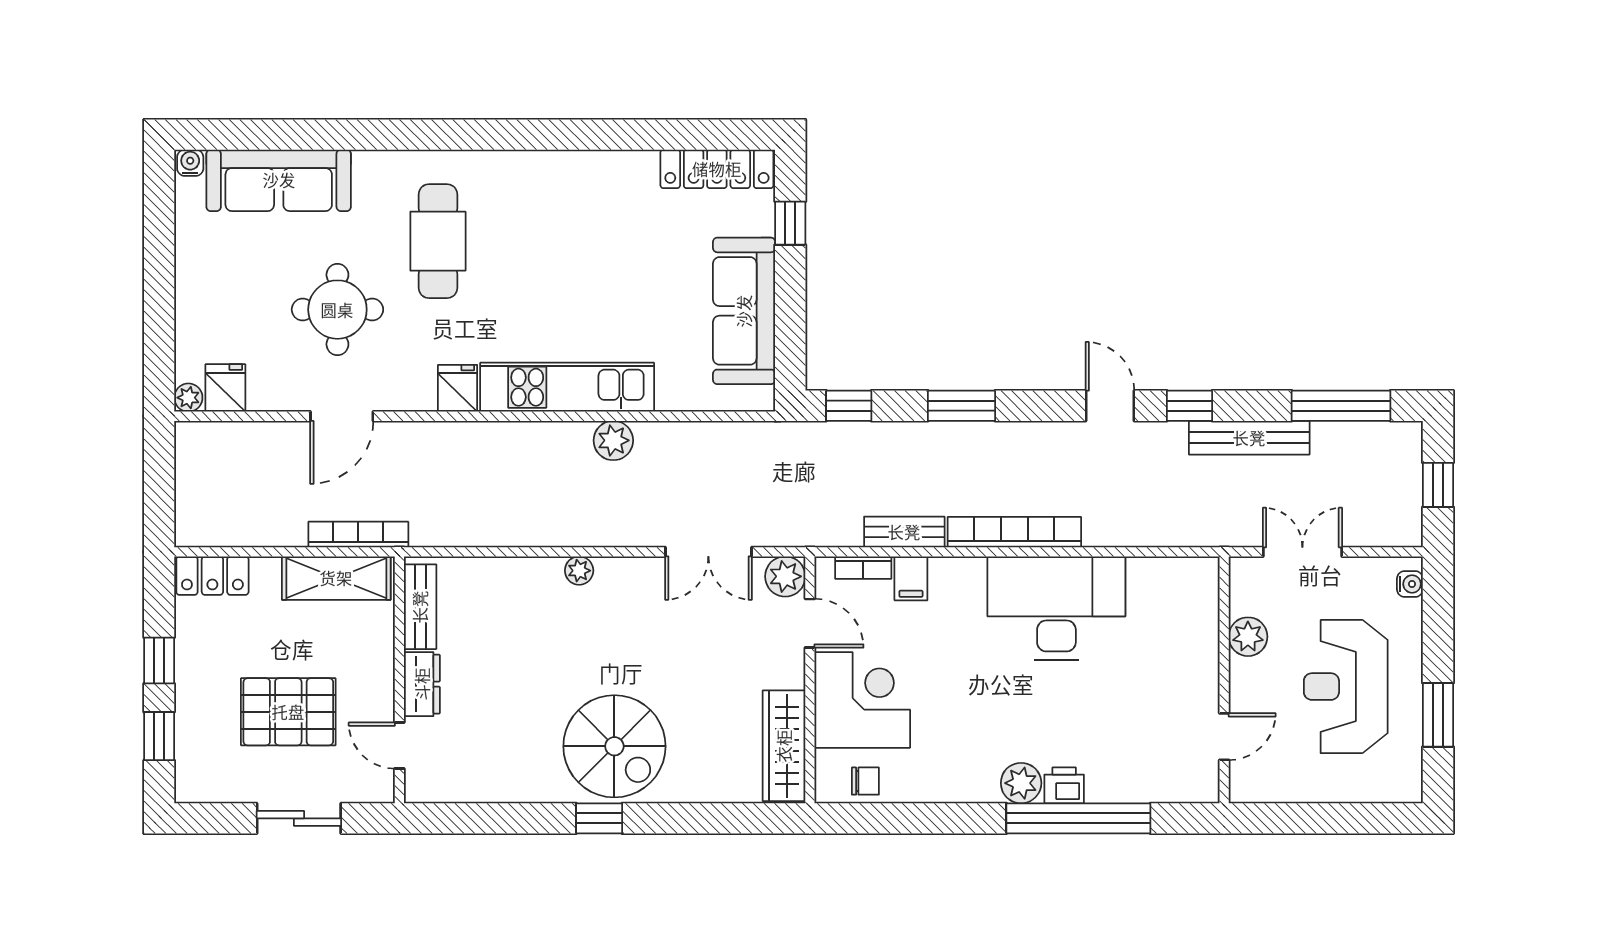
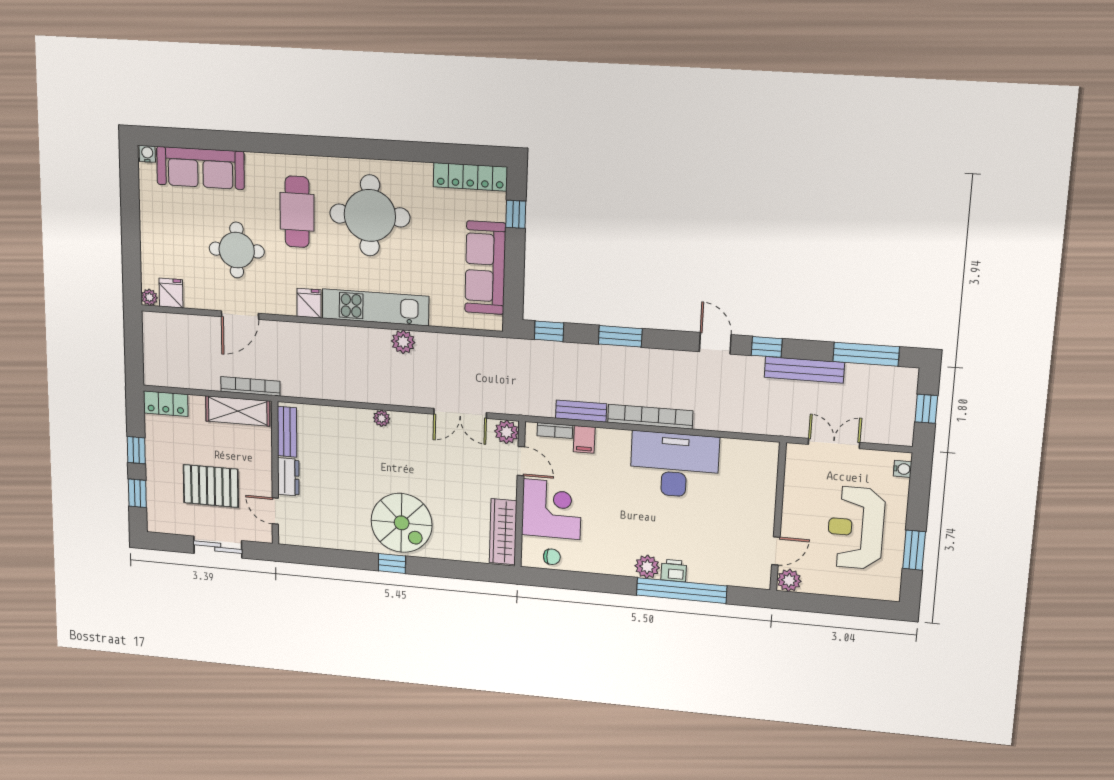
round table: (557, 240) -> (370, 215), added
plant: (1248, 637) -> (789, 580), moved

